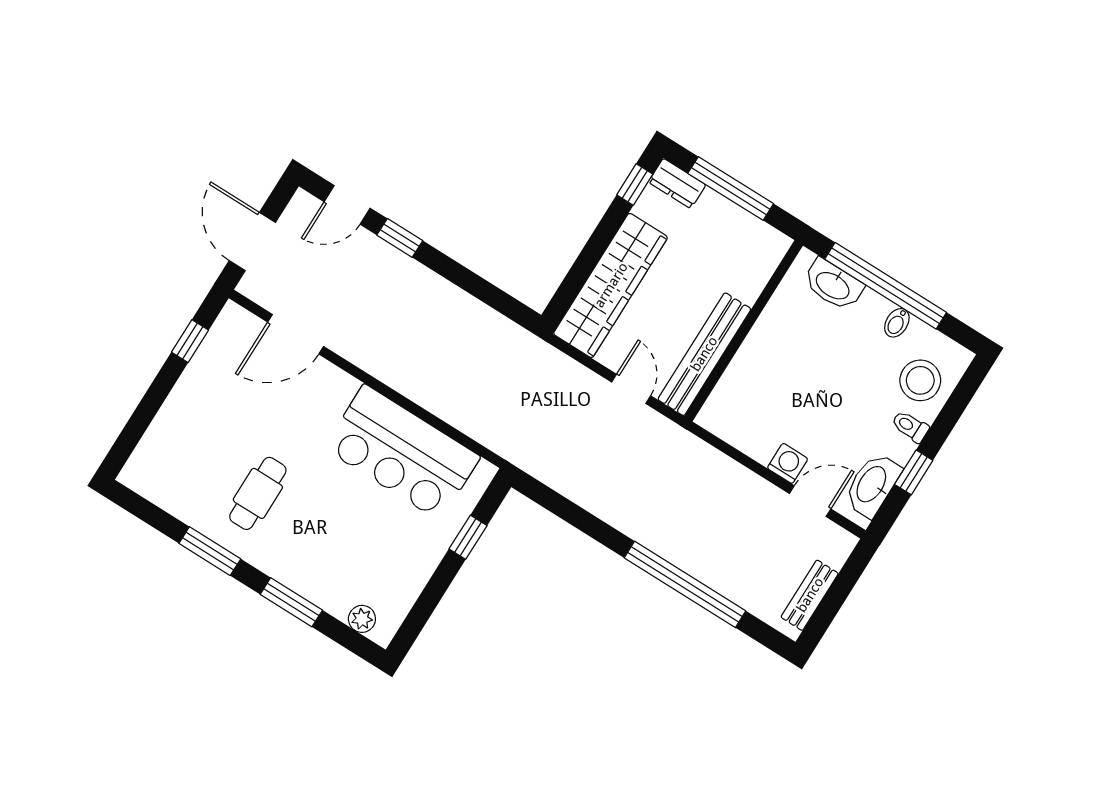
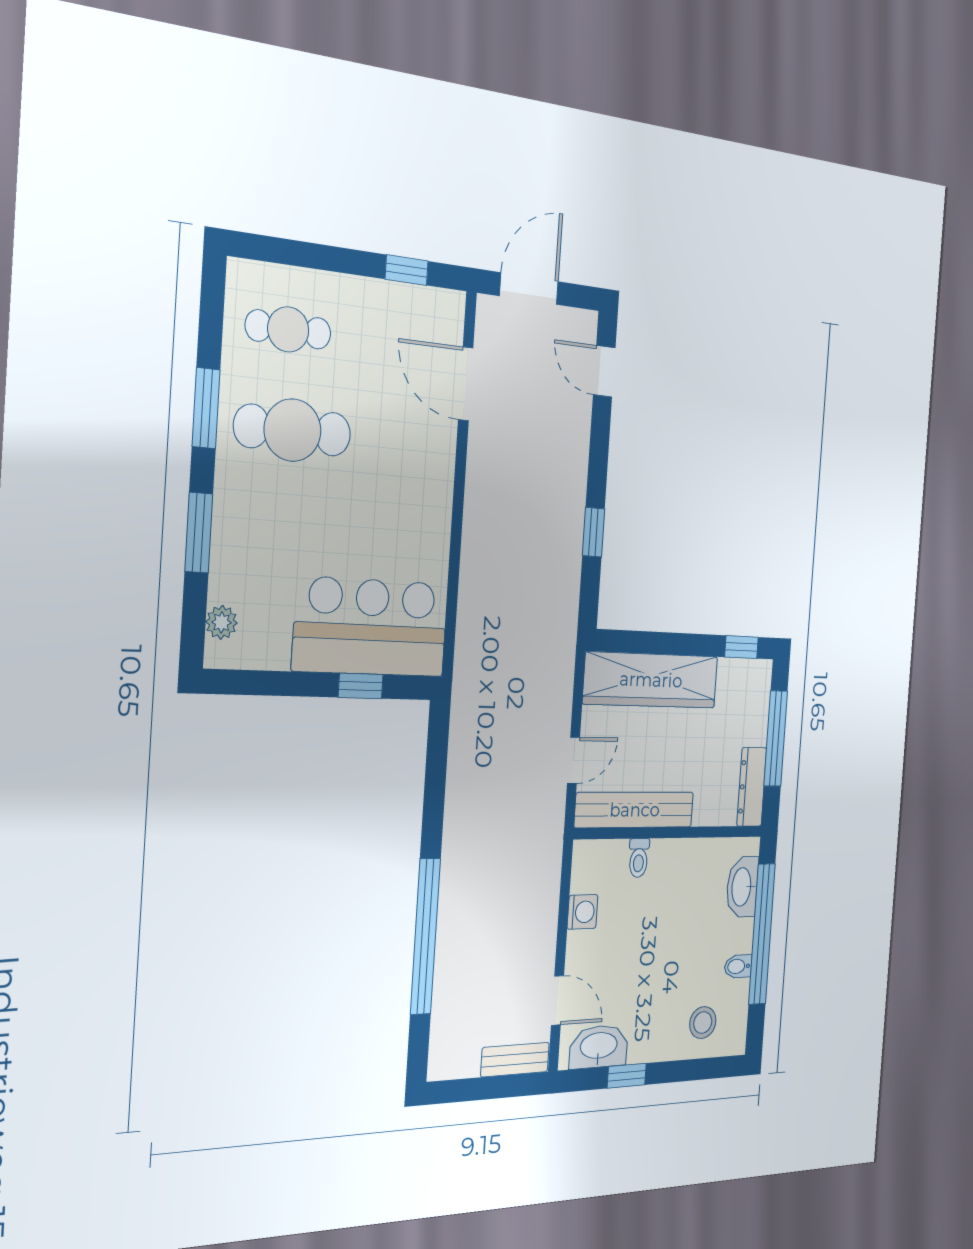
dresser: (677, 183) -> (752, 787), moved, width x1.44
window: (400, 238) -> (593, 532), moved
stool: (920, 380) -> (703, 1023), width x0.73, depth x0.73
toilet: (910, 426) -> (639, 858), moved, turned 180
bar counter: (402, 452) -> (371, 627), moved, turned 90
cafe table: (187, 459) -> (288, 329), added
washing machine: (788, 463) -> (583, 912), moved
cafe table: (258, 493) -> (293, 430), width x1.37, depth x1.35
bench: (810, 595) -> (515, 1060), moved

